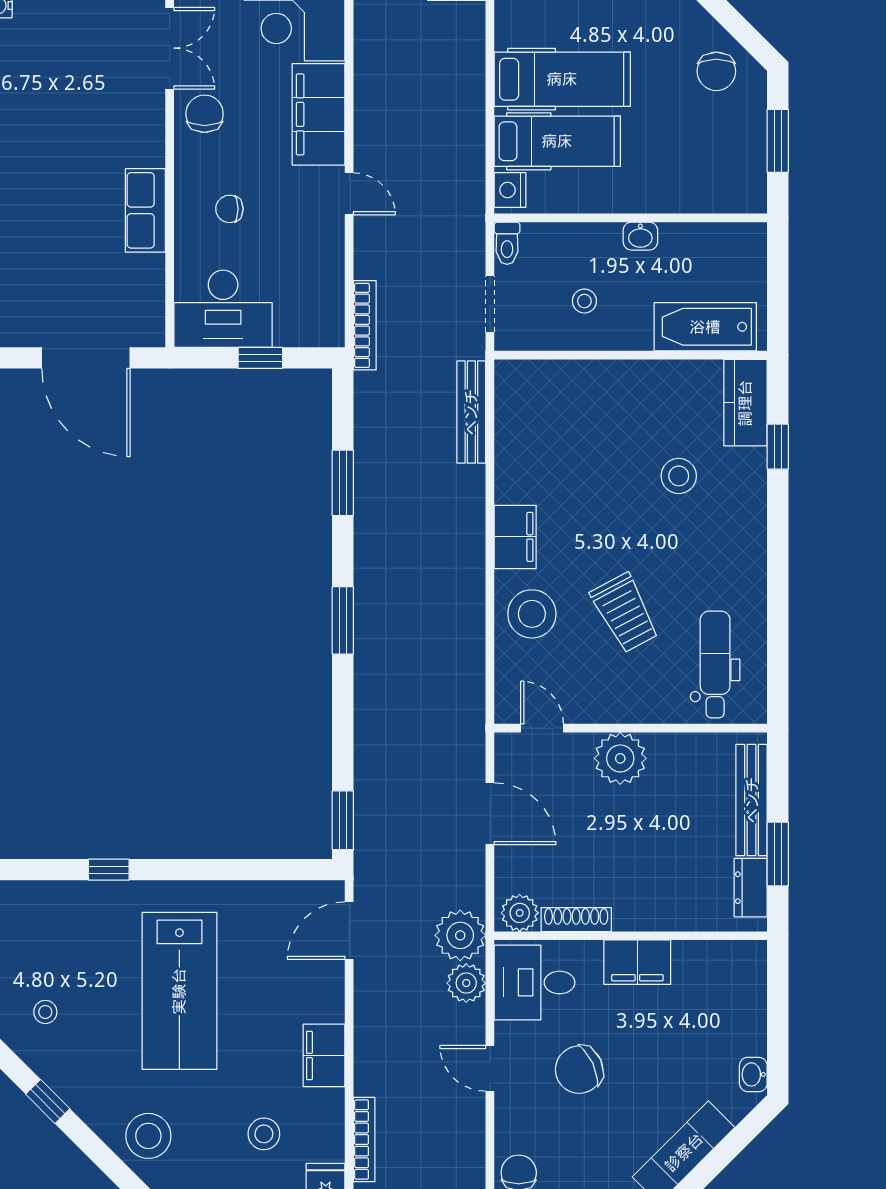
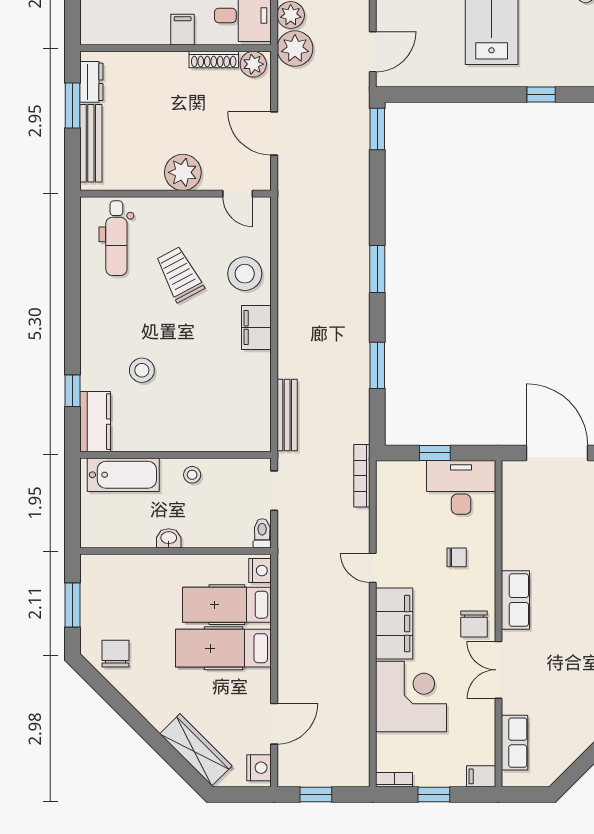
row of seats: (145, 210) -> (515, 600), moved
stool: (584, 301) -> (192, 475), moved
filing cabinet: (637, 962) -> (183, 30), width x0.50

